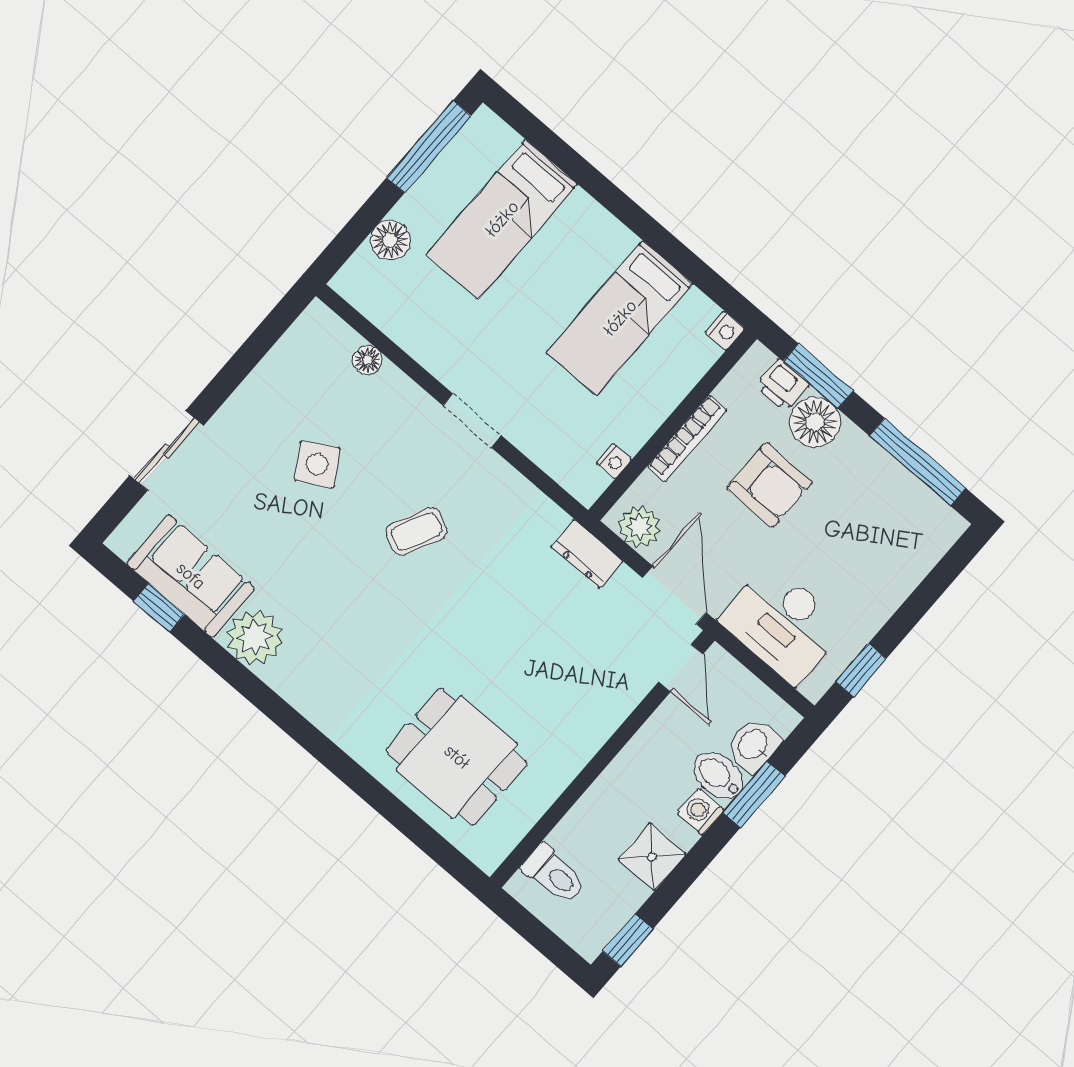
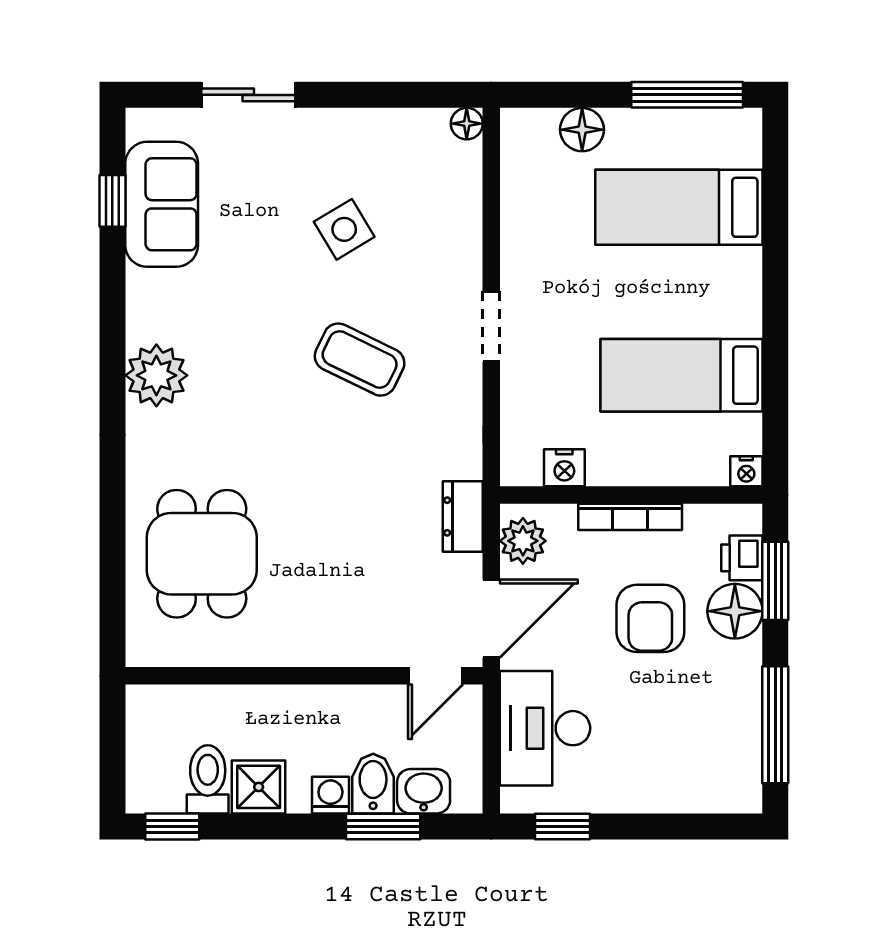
floor lamp: (368, 360) -> (467, 124), moved
nightstand: (614, 461) -> (564, 468), width x1.39, depth x1.35
coffee table: (416, 532) -> (360, 360), width x1.36, depth x1.30
plant: (255, 637) -> (156, 375), moved
toilet: (554, 874) -> (208, 779), moved, turned 180

